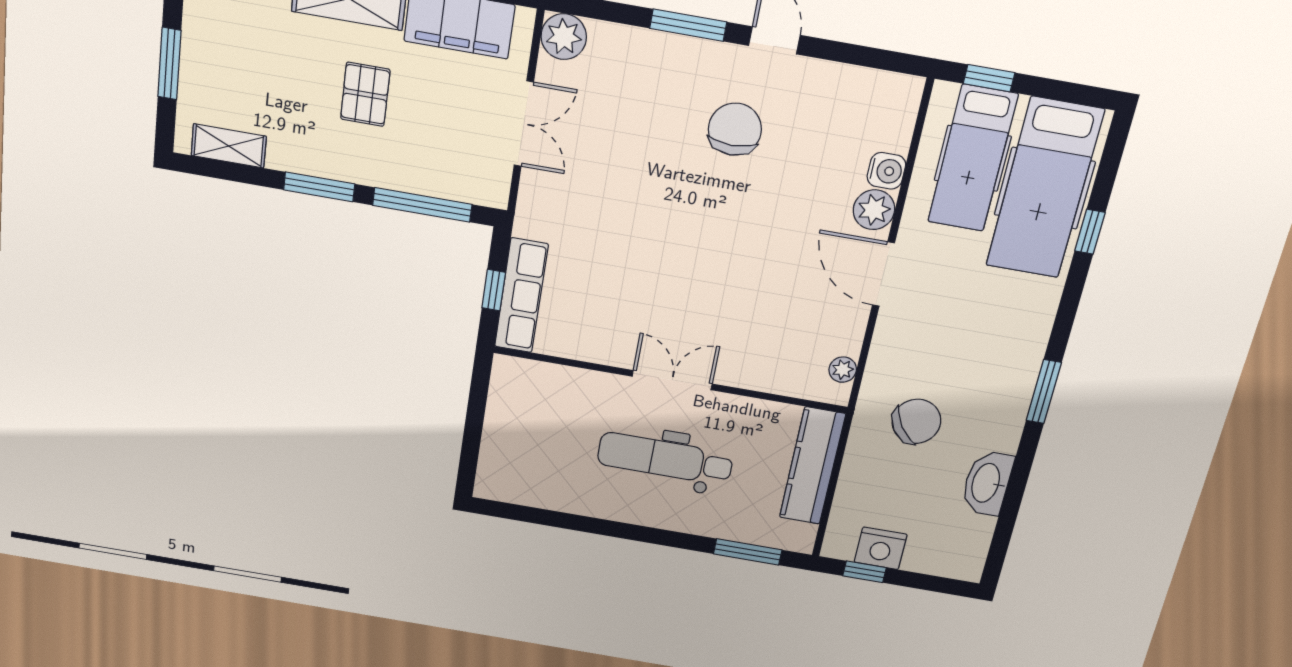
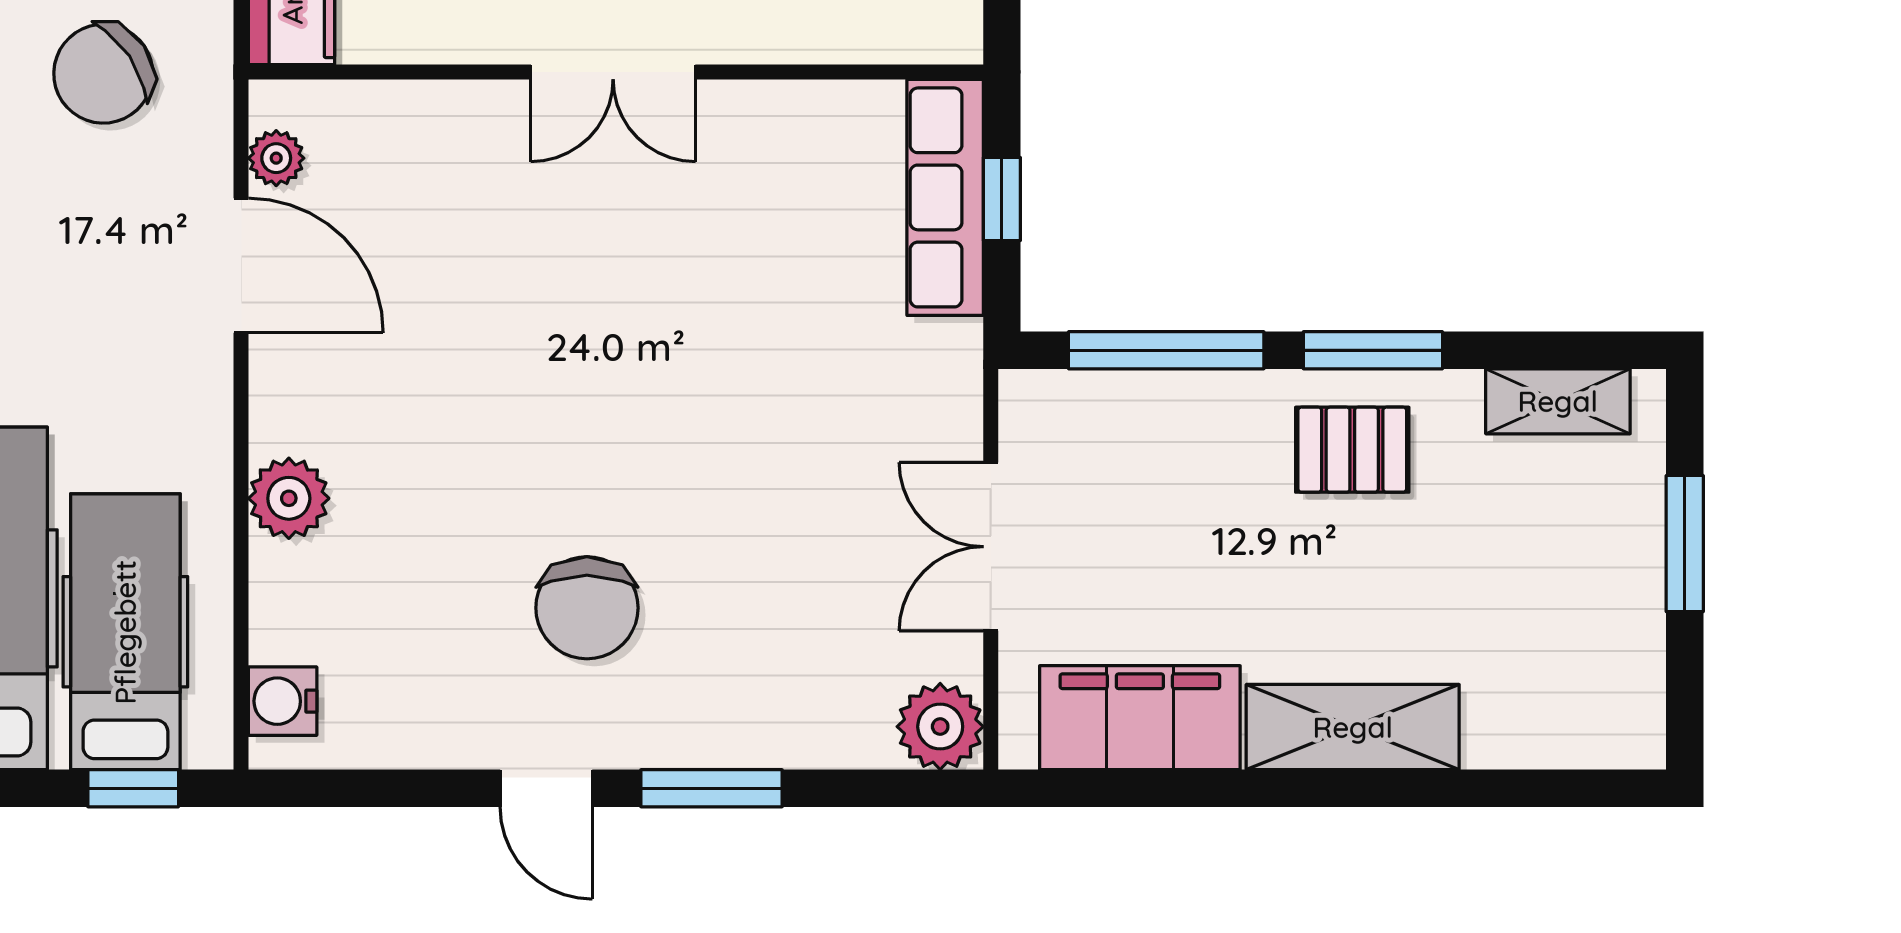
pallet: (365, 94) -> (1352, 450), moved, turned 90
water cooler: (886, 171) -> (283, 701), moved
door: (883, 274) -> (241, 266), moved

